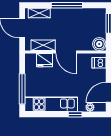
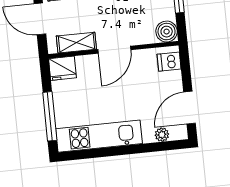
door: (66, 52) -> (114, 50), hinge flipped
fridge: (45, 60) -> (62, 68), moved
window: (75, 114) -> (139, 149), removed

